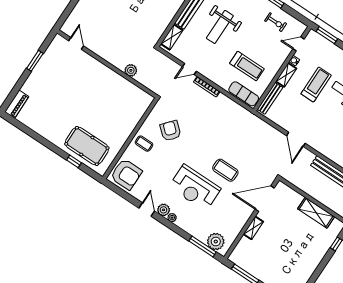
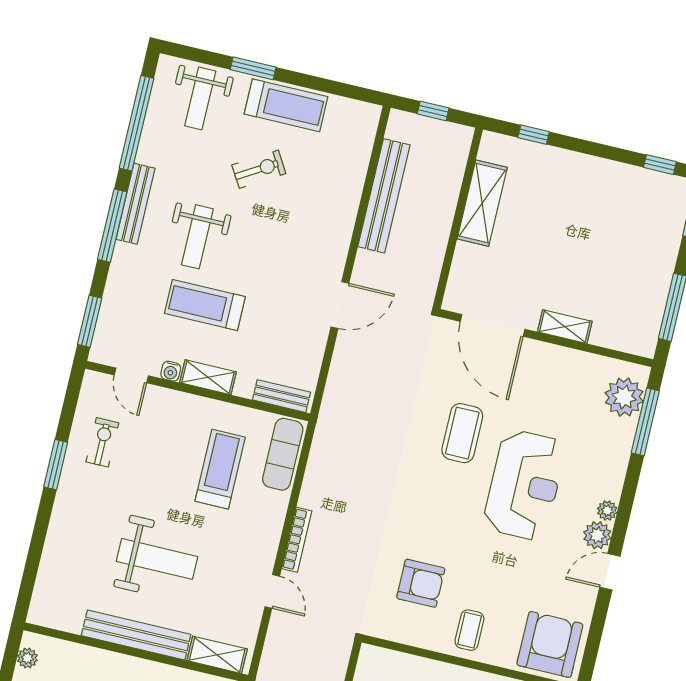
bench: (270, 98) -> (282, 396), width x0.73
armchair: (170, 131) -> (421, 583), turned -131

